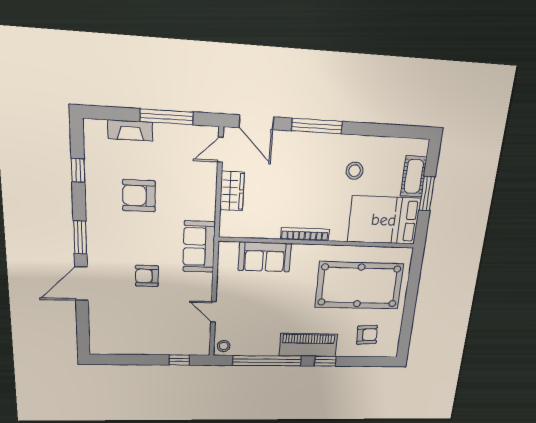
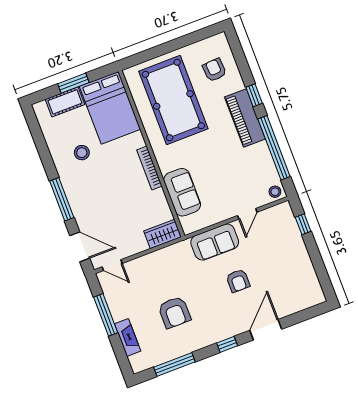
door: (256, 122) -> (80, 247), hinge flipped
window: (78, 170) -> (174, 364), width x2.17
wardrobe: (232, 191) -> (163, 234), moved
window: (80, 237) -> (227, 344), width x0.67
sofa: (199, 247) -> (215, 242), moved
door: (82, 284) -> (266, 330), swing flipped

